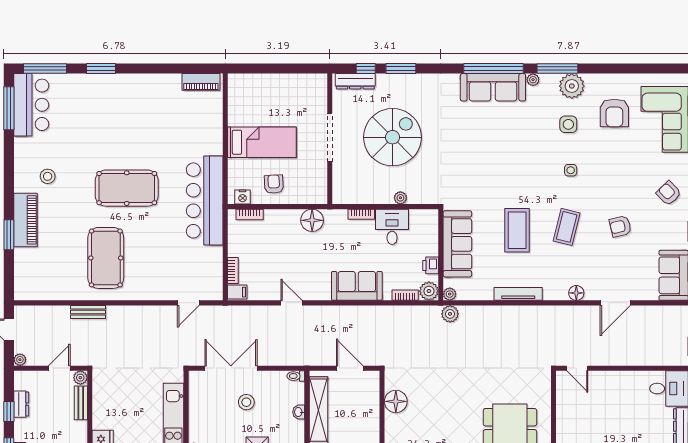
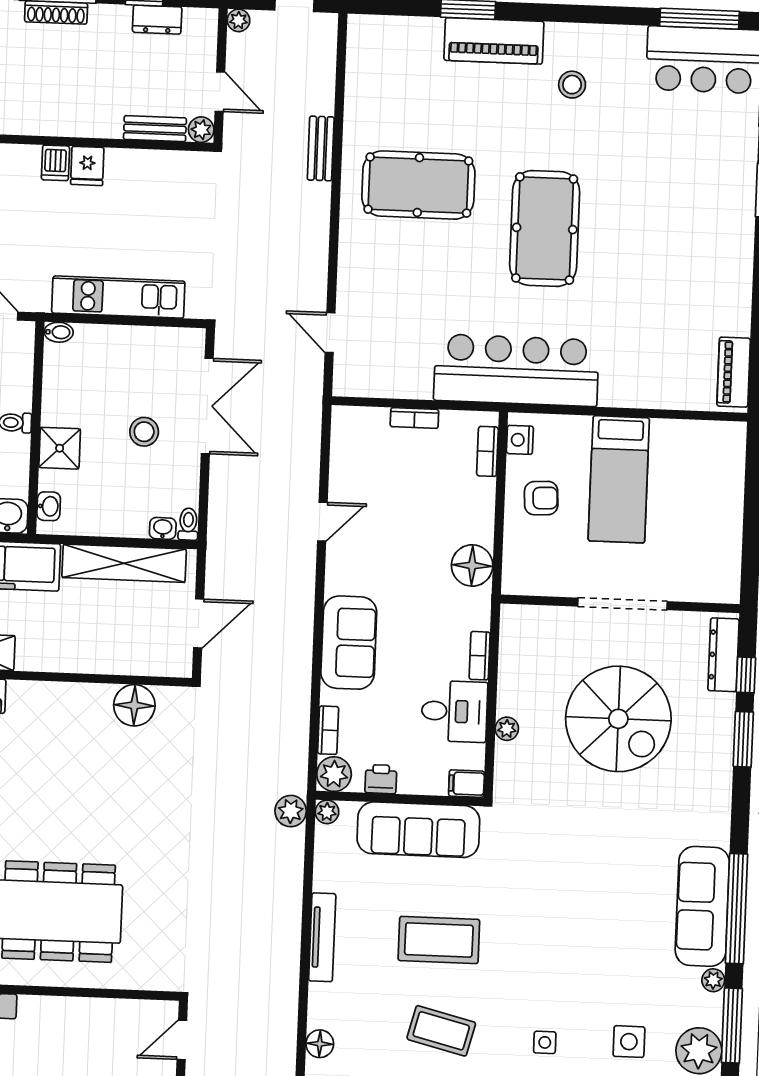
bookcase: (233, 270) -> (414, 418), moved
filing cabinet: (237, 292) -> (466, 784), moved, turned 90
washbasin: (299, 412) -> (163, 528), moved

